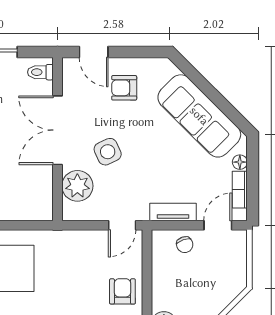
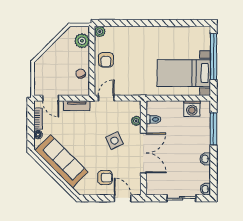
toilet: (40, 72) -> (153, 119), moved
plant: (77, 186) -> (136, 121), width x0.53, depth x0.53
door: (218, 225) -> (51, 98), hinge flipped
chair: (185, 245) -> (81, 74), moved

